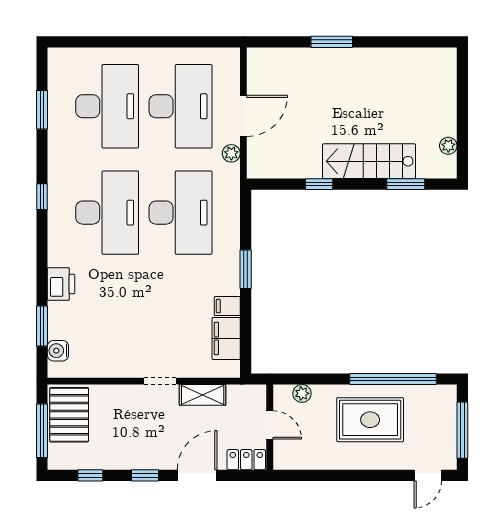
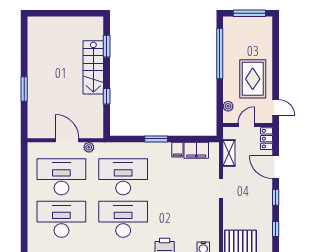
plant: (448, 146) -> (84, 21), removed
shelving: (203, 395) -> (229, 153), moved
rug: (370, 420) -> (253, 79), moved
door: (428, 475) -> (276, 108), moved

